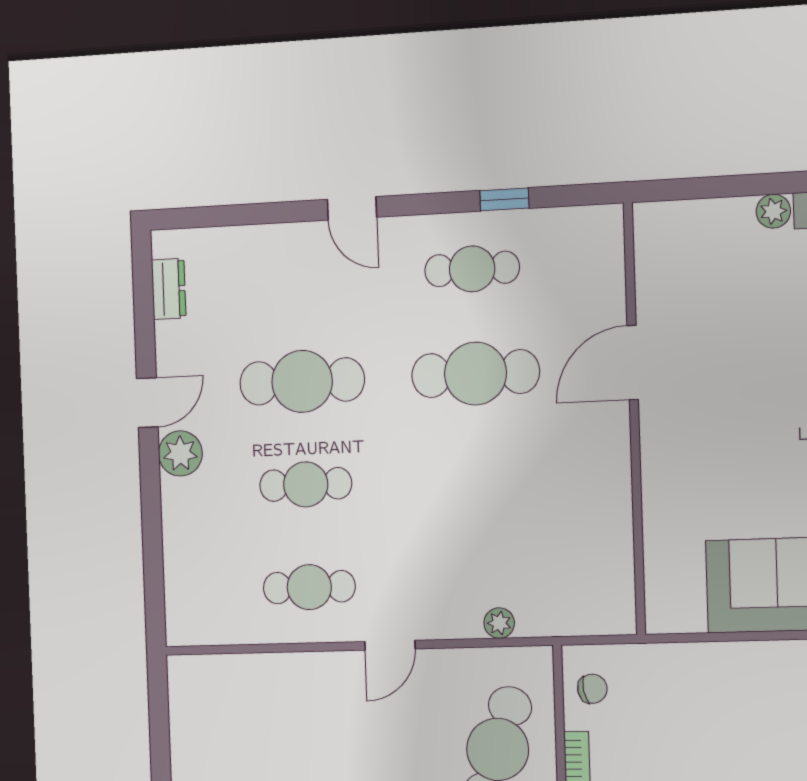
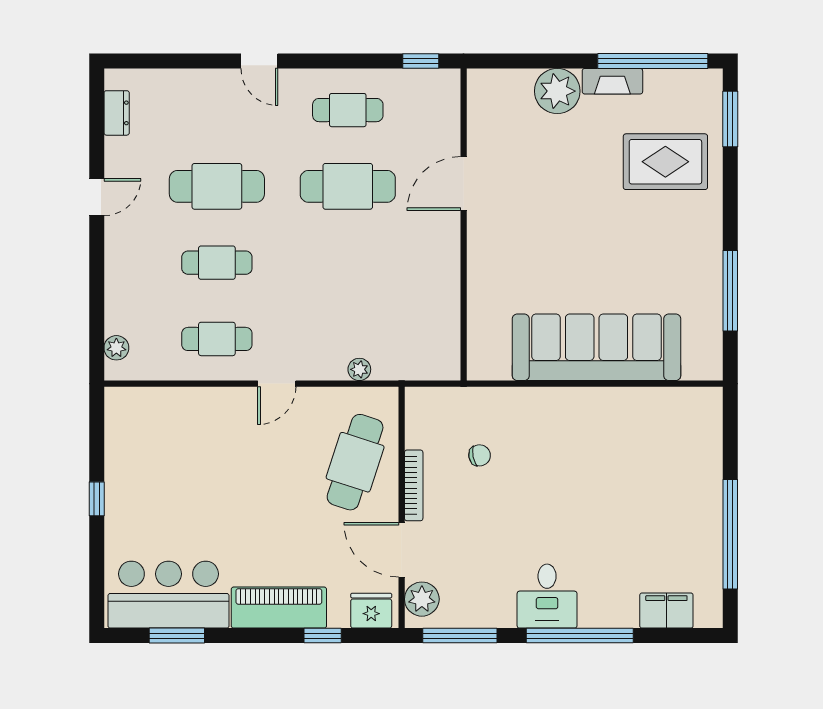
window: (504, 199) -> (421, 61), moved
plant: (773, 211) -> (557, 91), width x1.88, depth x1.88
plant: (180, 453) -> (116, 348), moved, width x0.73, depth x0.73
chair: (592, 689) -> (480, 455), moved

